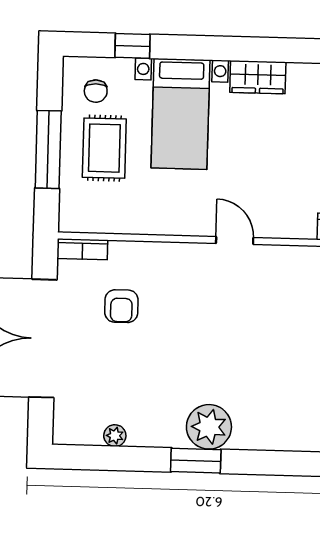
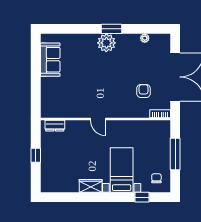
rug: (104, 148) -> (152, 155), removed

